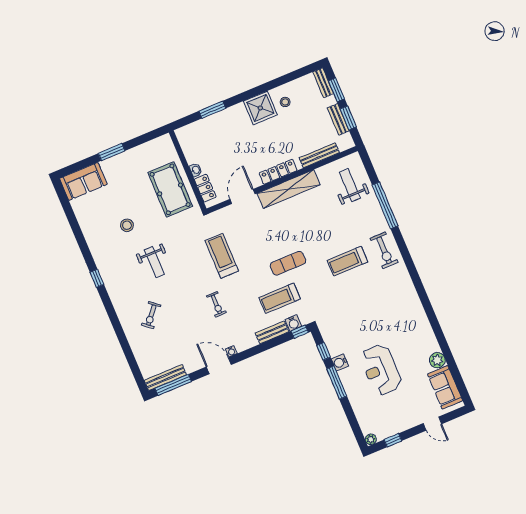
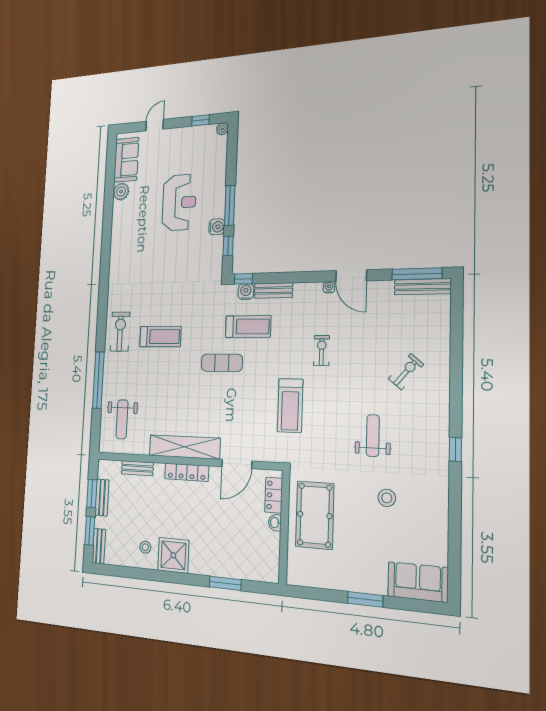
bench: (319, 155) -> (137, 468), width x0.73
door: (432, 424) -> (155, 125), hinge flipped

